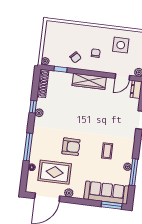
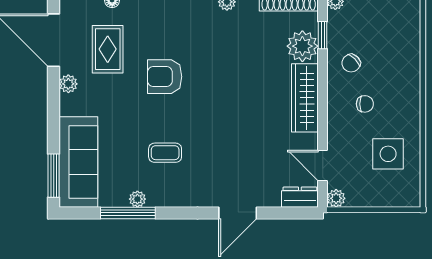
plant: (65, 79) -> (302, 46), added
armchair: (71, 147) -> (165, 77), turned 90
rug: (55, 172) -> (108, 49), width x0.73, depth x0.70

